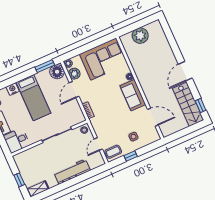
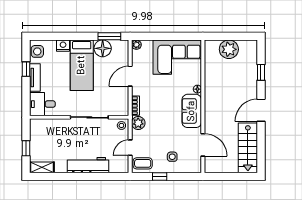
floor lamp: (57, 72) -> (103, 48), moved
plant: (74, 74) -> (138, 123), moved
window: (201, 106) -> (261, 72), moved

